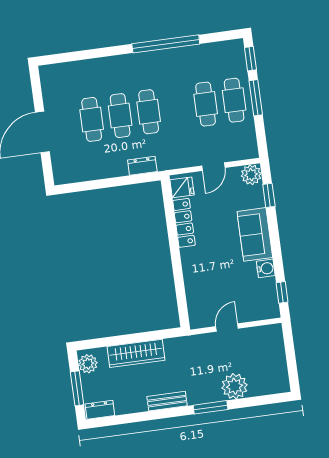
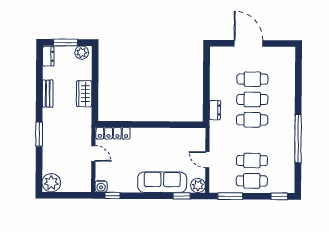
window: (256, 98) -> (230, 196), moved
fridge: (182, 187) -> (196, 136), removed
locker: (184, 223) -> (113, 133), moved
sofa: (255, 234) -> (162, 182), width x1.36
water cooler: (266, 268) -> (101, 186), moved
wardrobe: (136, 353) -> (84, 94), width x0.67
plant: (235, 386) -> (51, 183), moved
bench: (167, 401) -> (48, 94), moved

